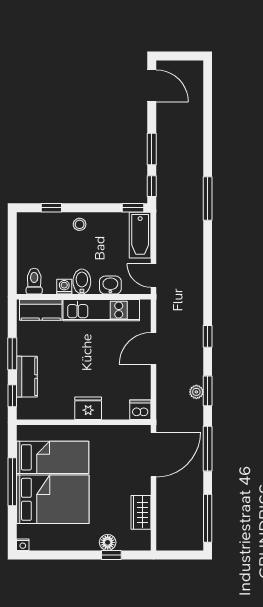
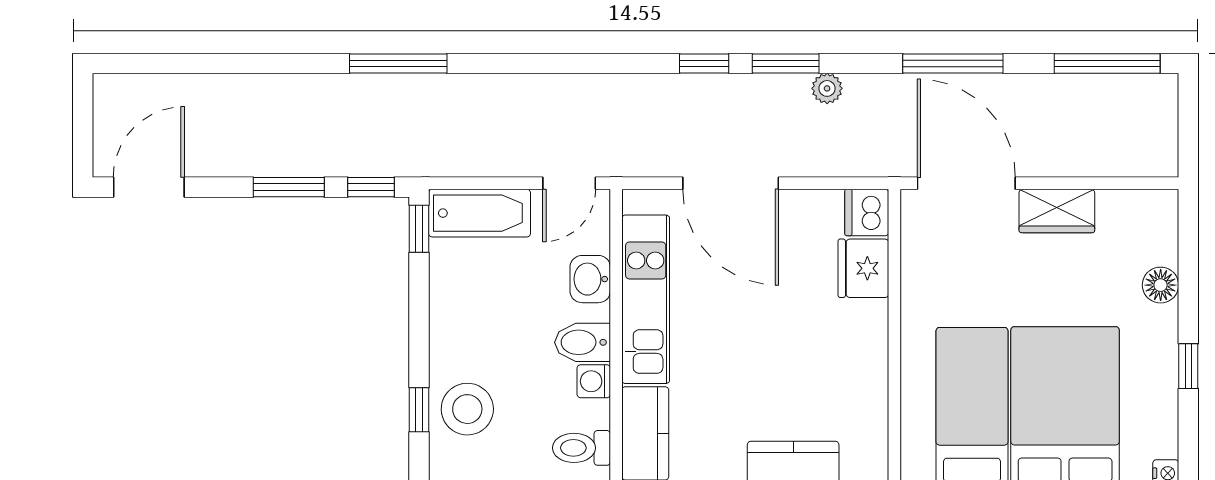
stool: (80, 224) -> (467, 409), moved, width x1.89, depth x1.89
door: (154, 348) -> (731, 183), width x1.36
window: (208, 391) -> (786, 63), moved
fridge: (88, 408) -> (863, 268), moved
wardrobe: (141, 512) -> (1057, 211), moved
window: (111, 555) -> (1188, 366), moved

